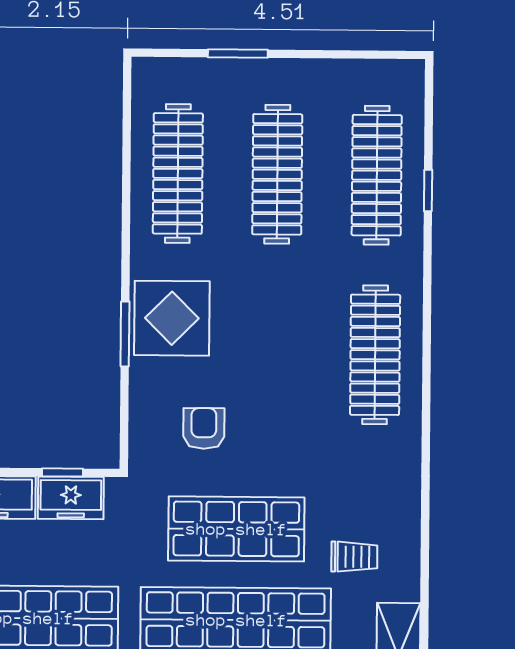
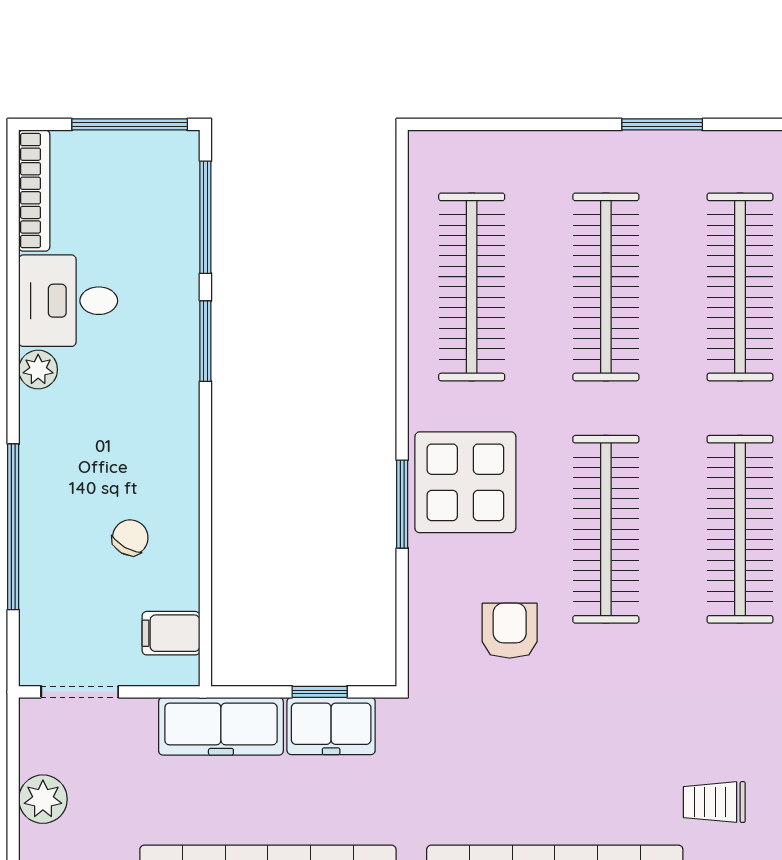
window: (238, 54) -> (662, 124), moved
clothes rail: (276, 354) -> (606, 529), added
shop shelf: (236, 529) -> (555, 766), removed
trolley: (354, 557) -> (714, 802), turned 180

